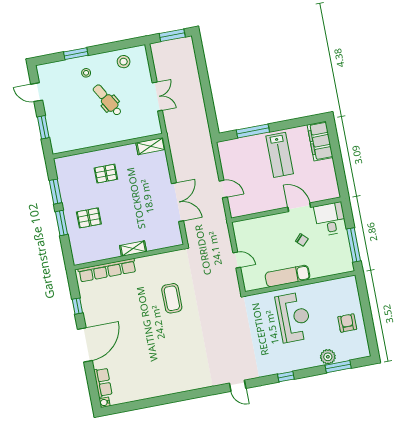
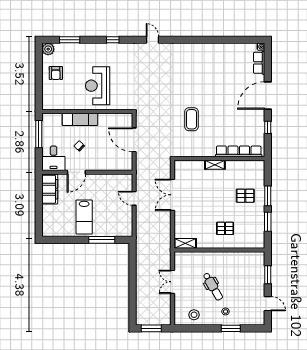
filing cabinet: (320, 141) -> (50, 189), moved
lab bench: (280, 155) -> (84, 217), turned 180
door: (299, 207) -> (76, 172), hinge flipped
door: (237, 260) -> (134, 140), width x1.87
exam couch: (288, 276) -> (80, 119), moved
plant: (328, 357) -> (48, 49), moved

